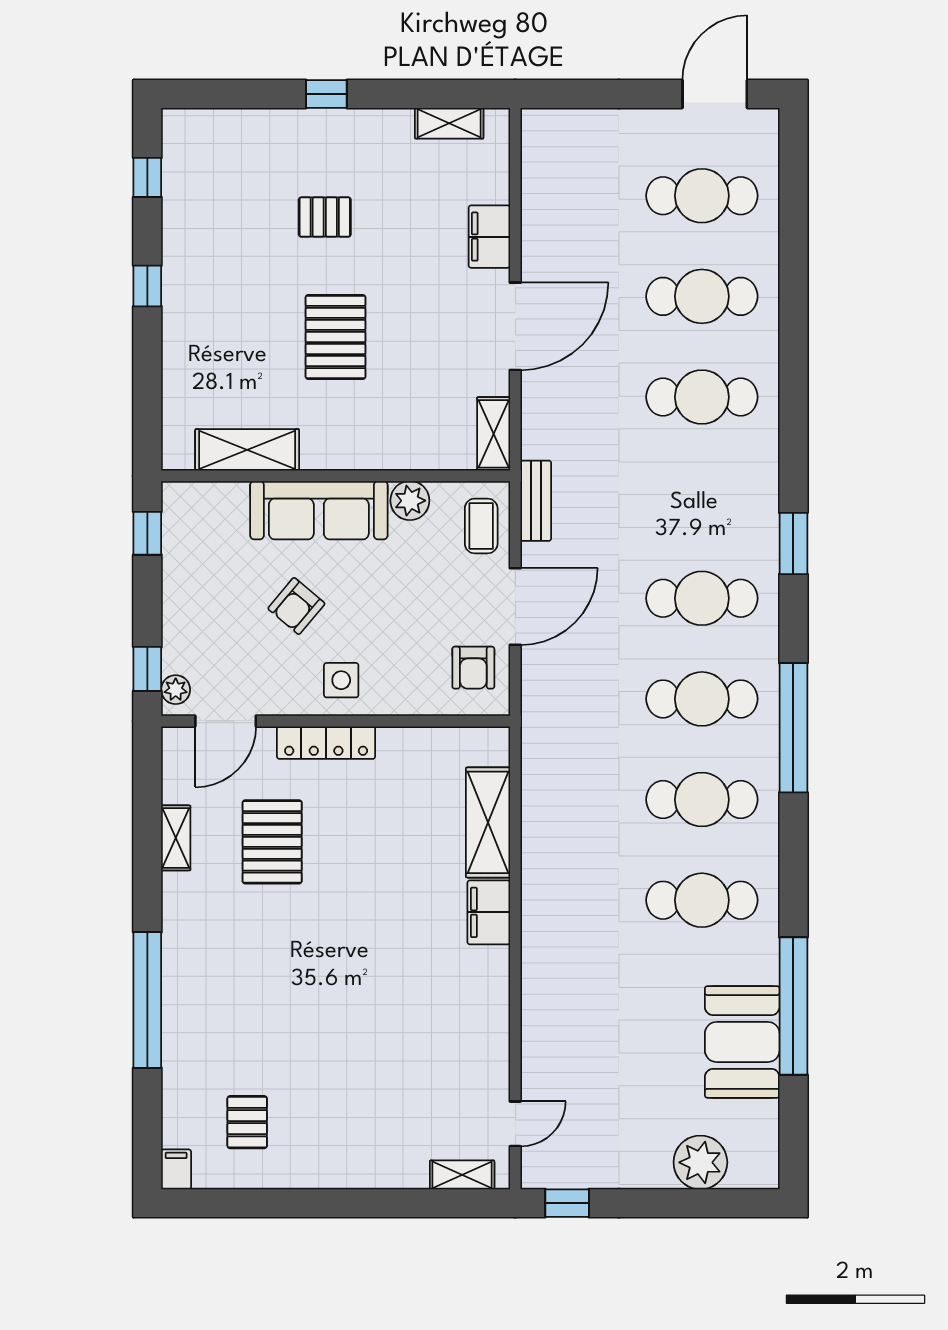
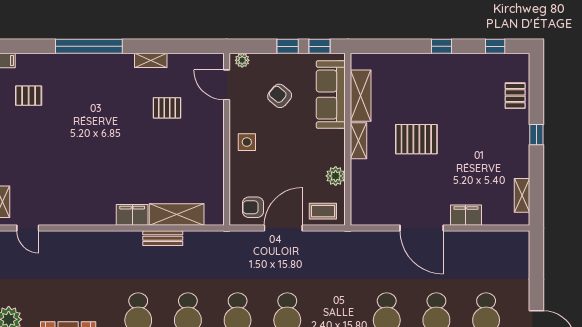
pallet: (325, 217) -> (515, 96), moved
shelving: (494, 434) -> (358, 141), moved, turned 90
bench: (536, 501) -> (163, 238), moved
sofa: (319, 510) -> (331, 95), moved
armchair: (296, 606) -> (280, 96), moved
door: (515, 607) -> (283, 228), swing flipped
window: (147, 669) -> (288, 46), moved
locker: (326, 743) -> (216, 135), removed
shelving: (176, 838) -> (151, 60), moved
pallet: (272, 842) -> (167, 108), width x0.67, depth x0.71

